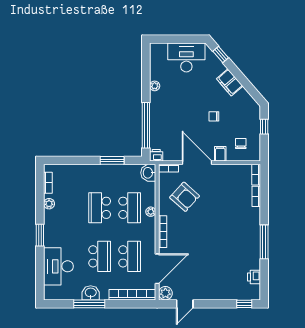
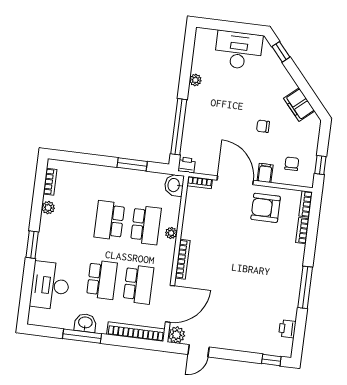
filing cabinet: (230, 82) -> (299, 105), moved
window: (264, 127) -> (320, 165), moved
armchair: (185, 197) -> (266, 208), moved, turned 138

